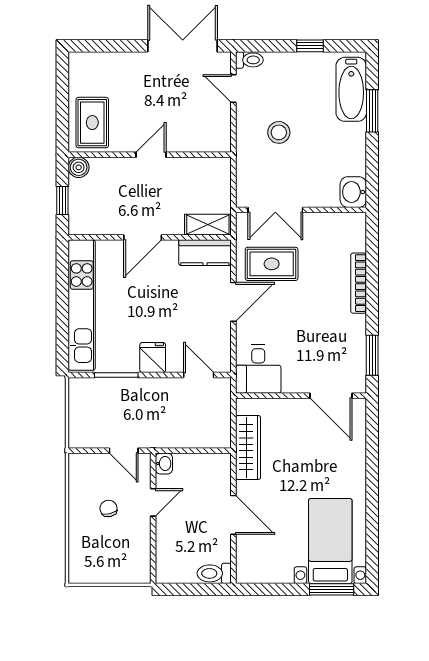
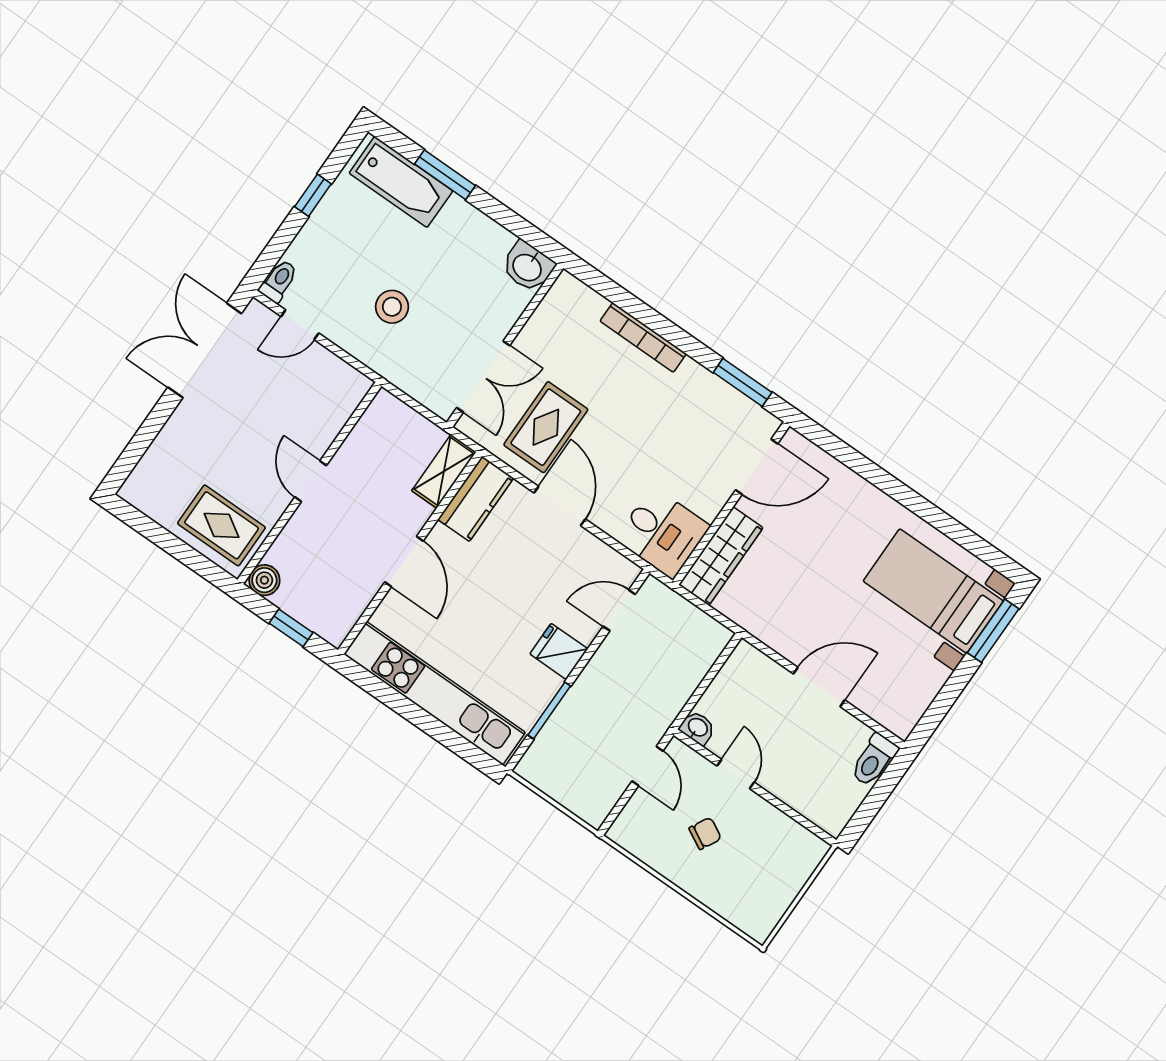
wardrobe: (248, 447) -> (721, 556), moved, turned 90
door: (124, 451) -> (648, 766), hinge flipped
chair: (109, 508) -> (705, 833), turned 131

